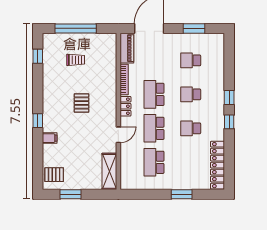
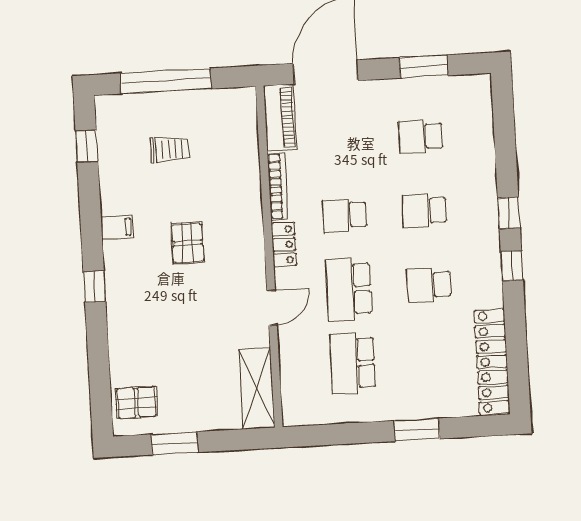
school desk: (154, 94) -> (345, 215), width x0.54
filing cabinet: (50, 138) -> (117, 227), moved

